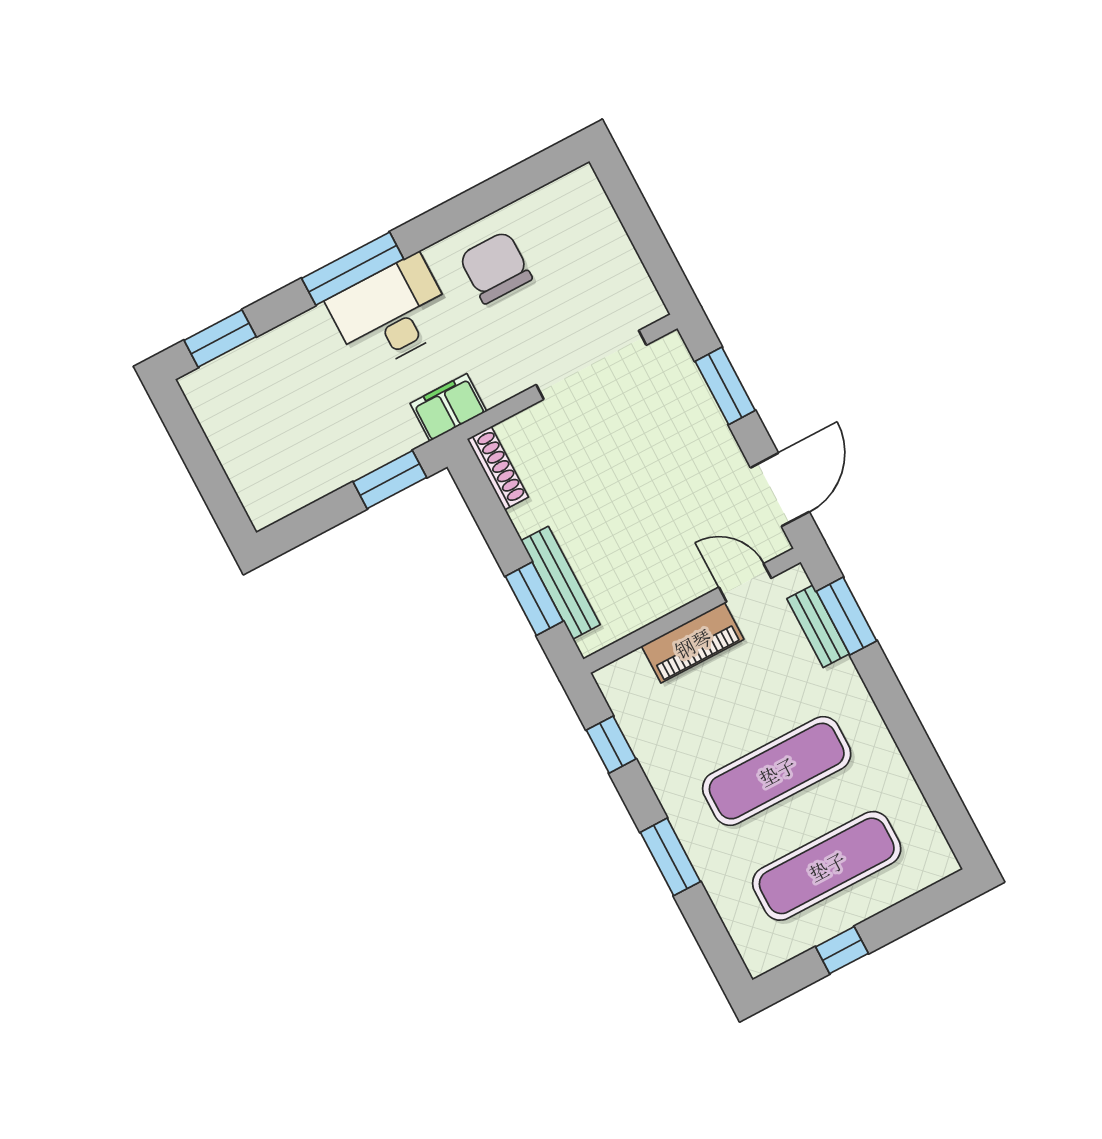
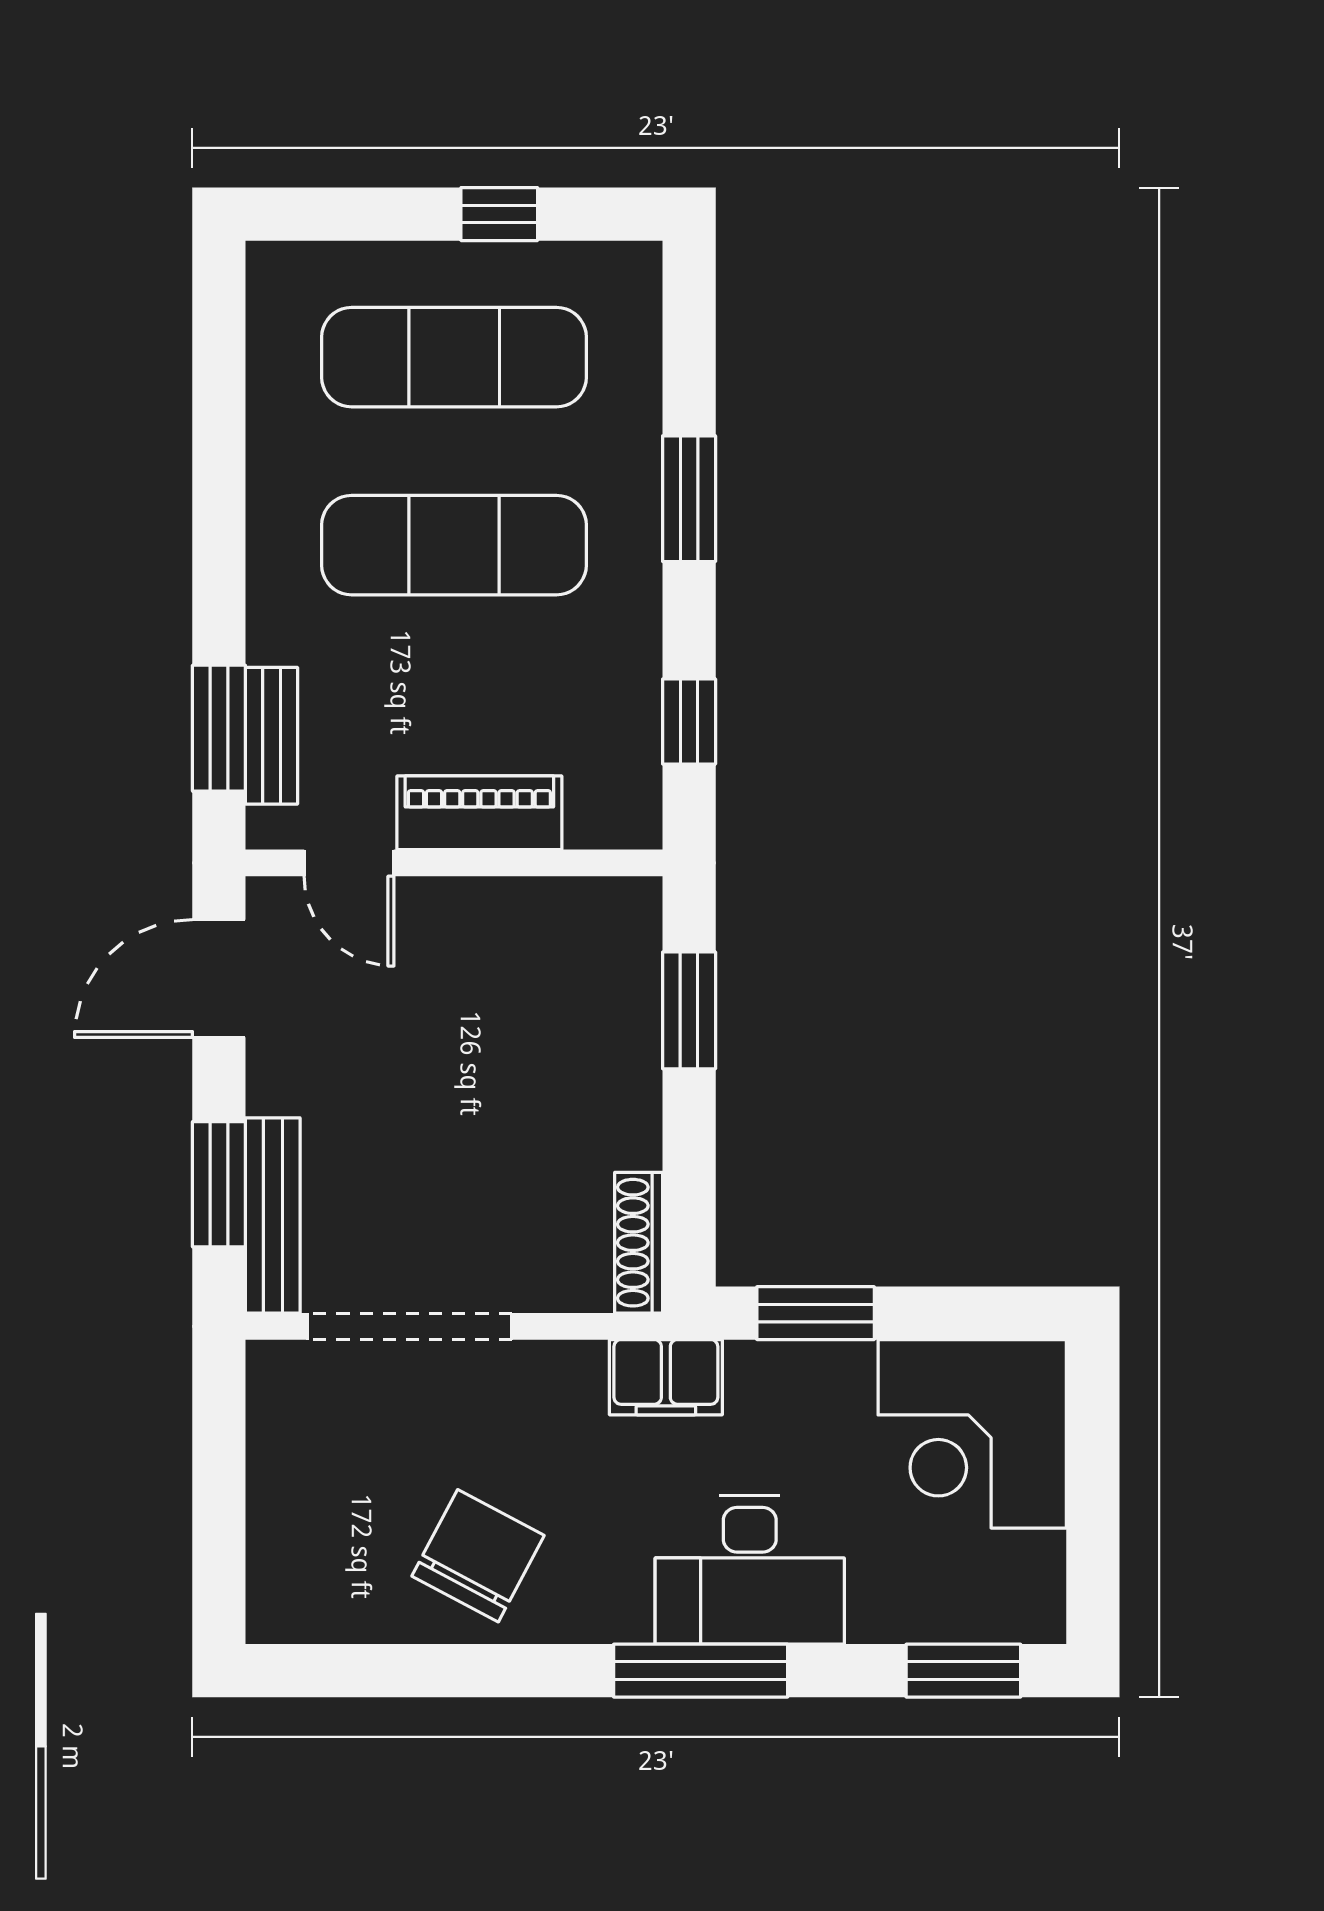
chair: (496, 267) -> (478, 1556), turned -152
desk: (391, 313) -> (750, 1570), moved
corner desk: (279, 460) -> (972, 1434), added
bench: (561, 583) -> (273, 1215), moved

